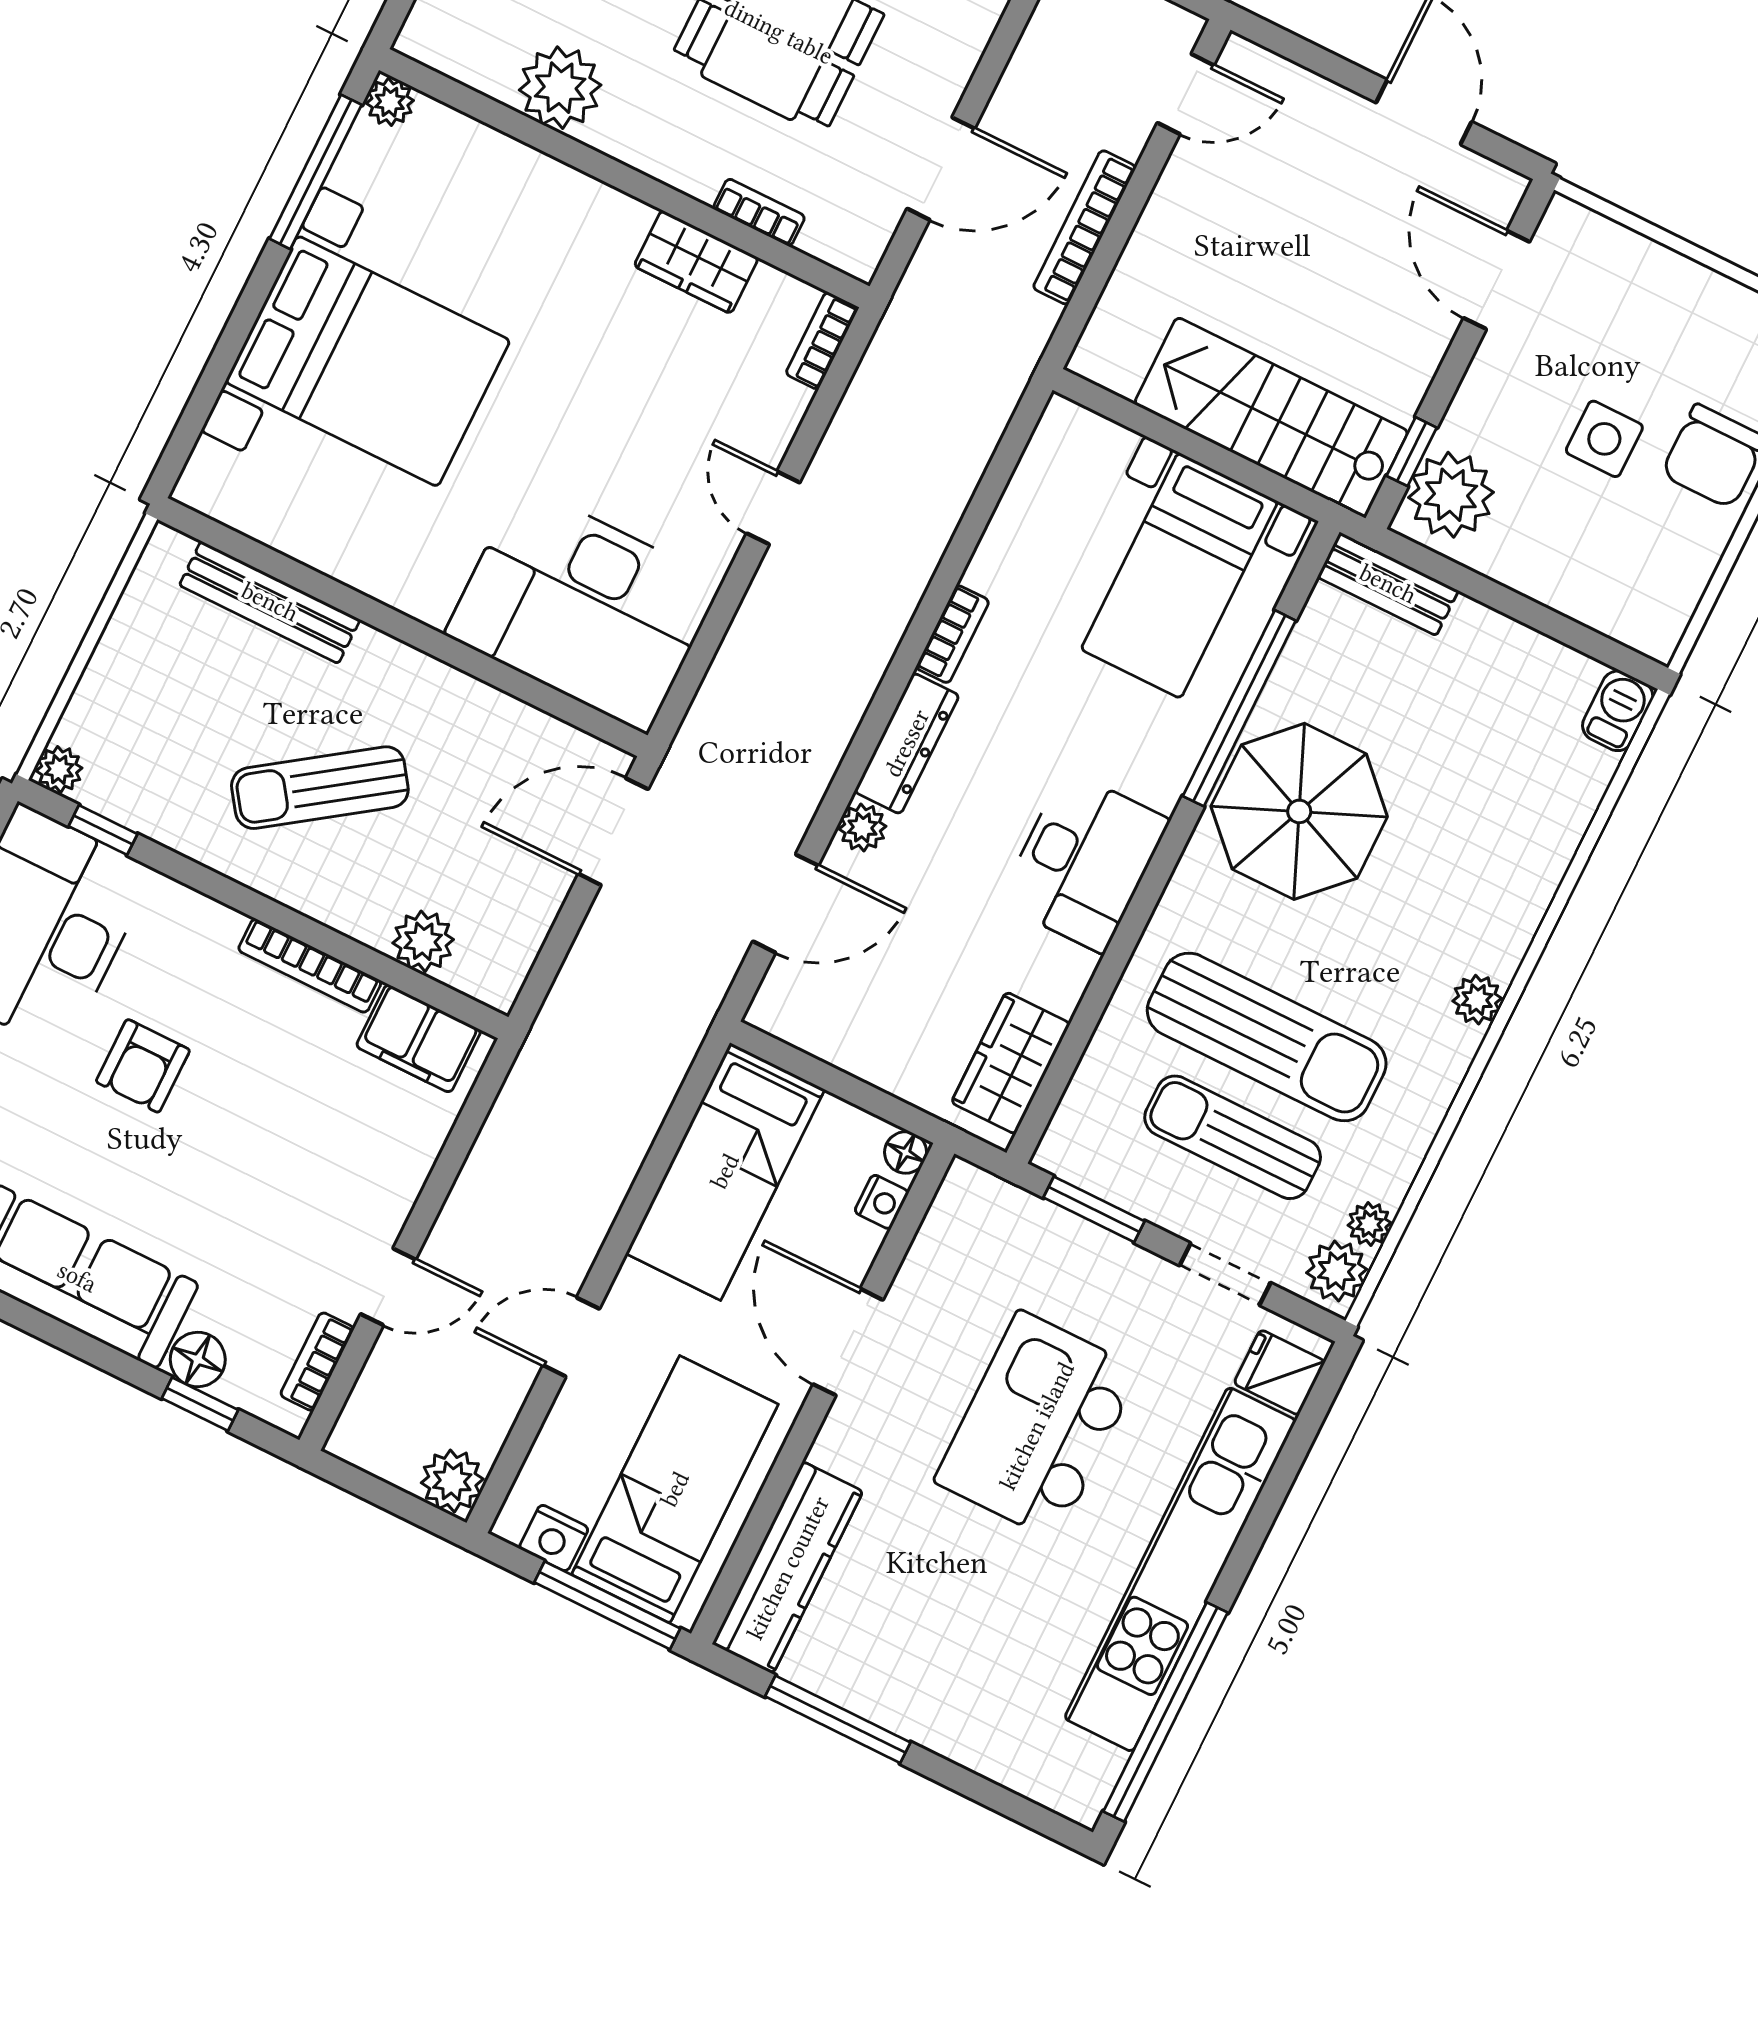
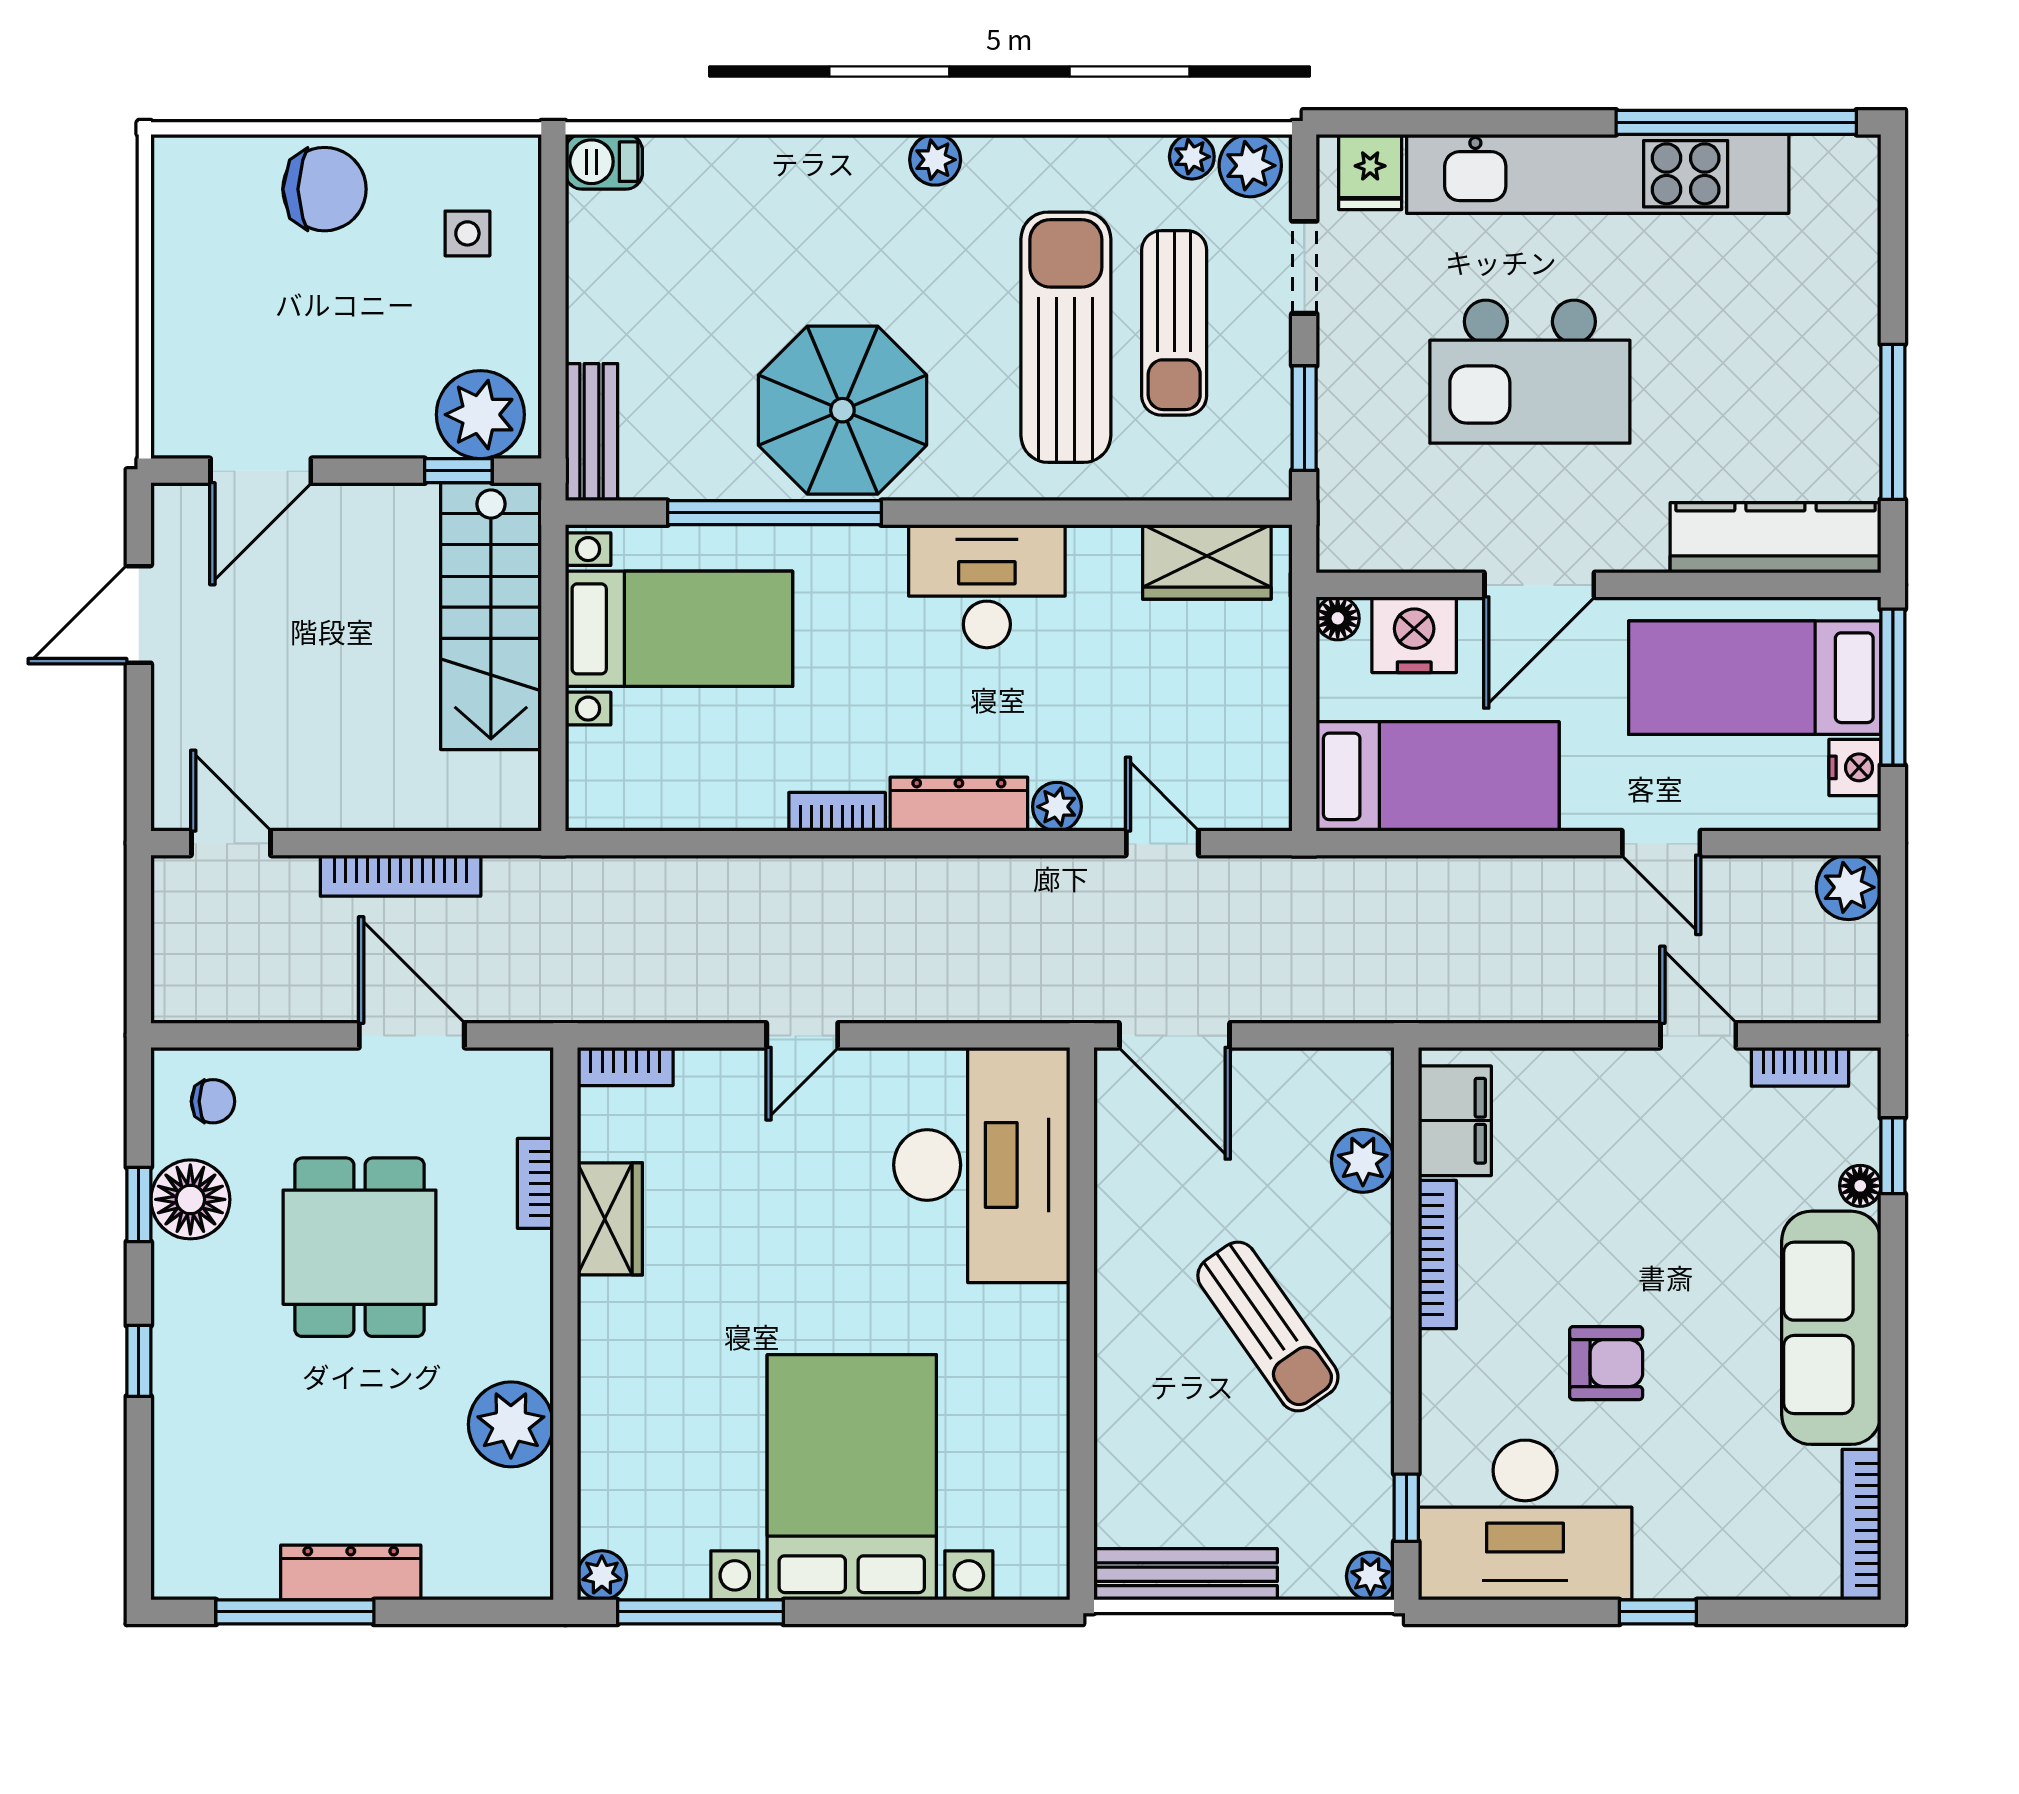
side table: (1604, 439) -> (467, 233), moved, width x0.73, depth x0.73
bench: (270, 602) -> (1186, 1574), moved, turned 90
door: (786, 903) -> (1162, 843), width x0.73
nightstand: (882, 1202) -> (1414, 635), width x1.89, depth x1.79
floor lamp: (198, 1360) -> (1860, 1186), width x0.73, depth x0.73

